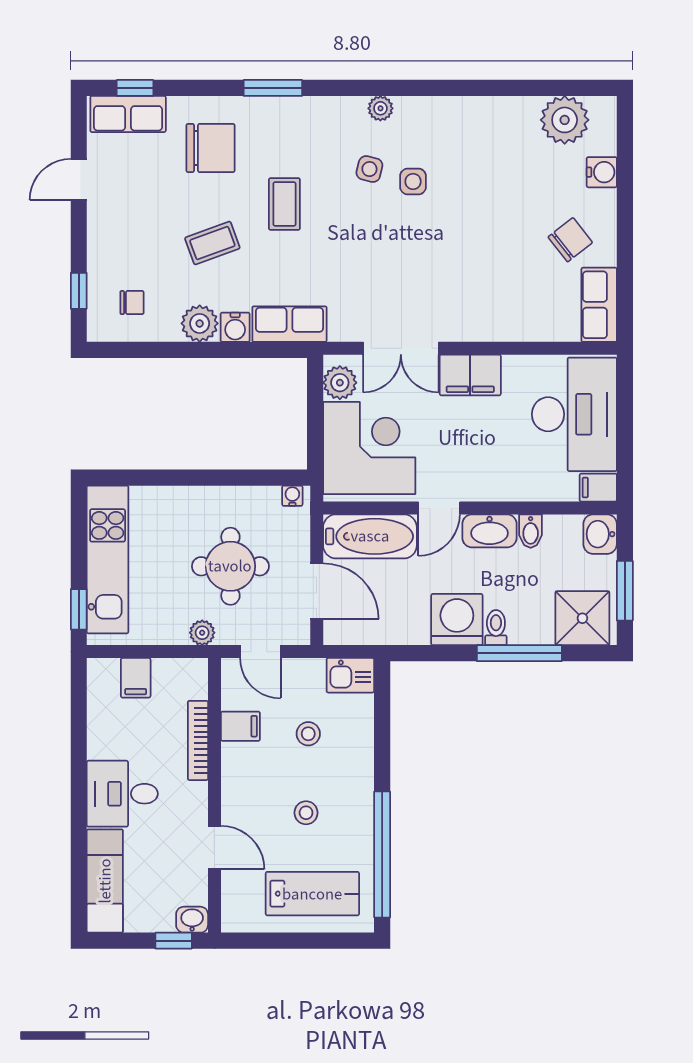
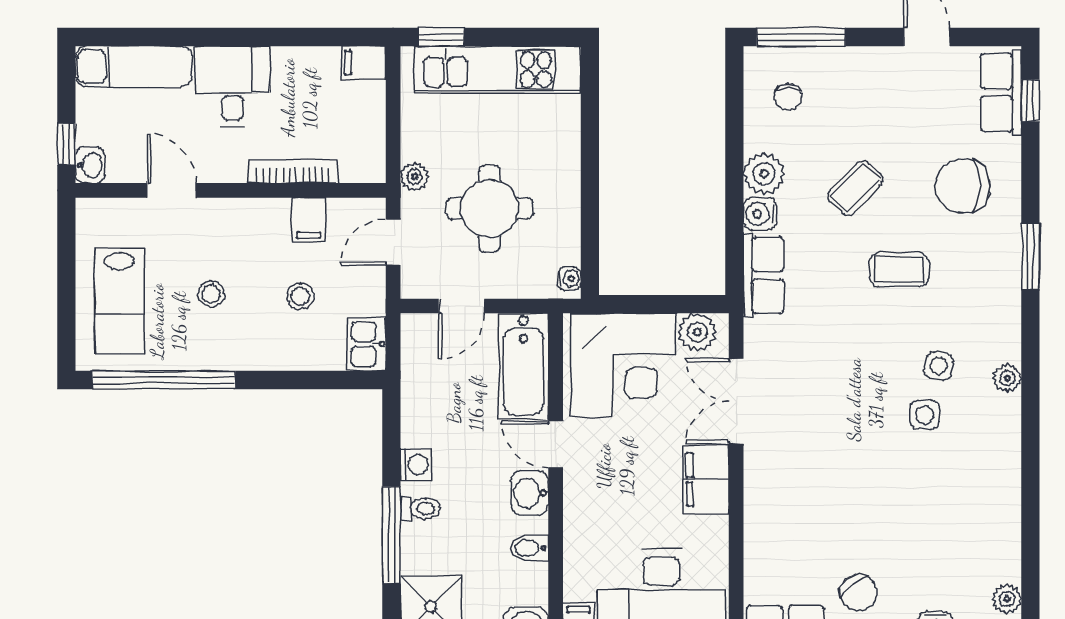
plant: (565, 120) -> (1007, 599), width x0.53, depth x0.53
chair: (210, 148) -> (963, 186), turned 90
coffee table: (212, 243) -> (855, 188), turned 64
window: (79, 291) -> (801, 37), width x2.17
washbasin: (489, 531) -> (530, 493), width x0.72
door: (317, 591) -> (462, 306), width x0.73
washing machine: (457, 620) -> (416, 465), width x0.53, depth x0.53
filing cabinet: (136, 678) -> (364, 63), moved
door: (214, 848) -> (172, 190), swing flipped

